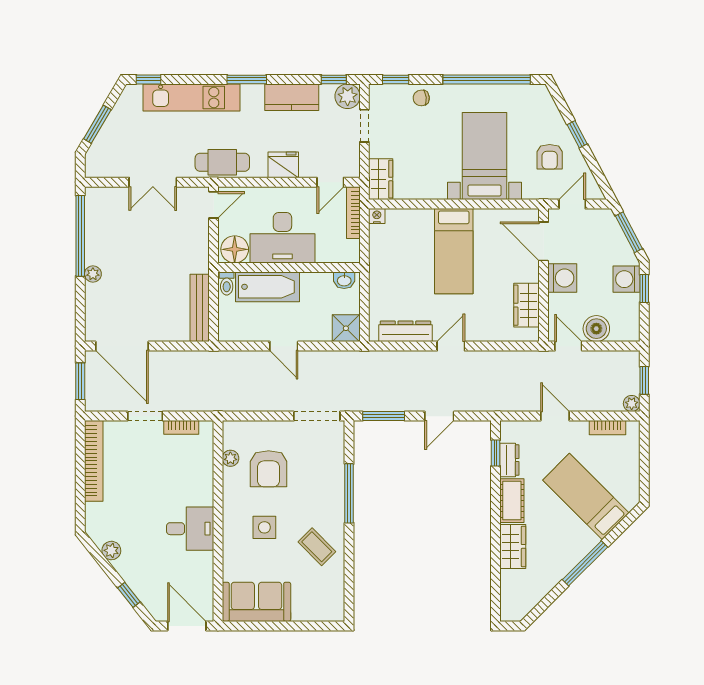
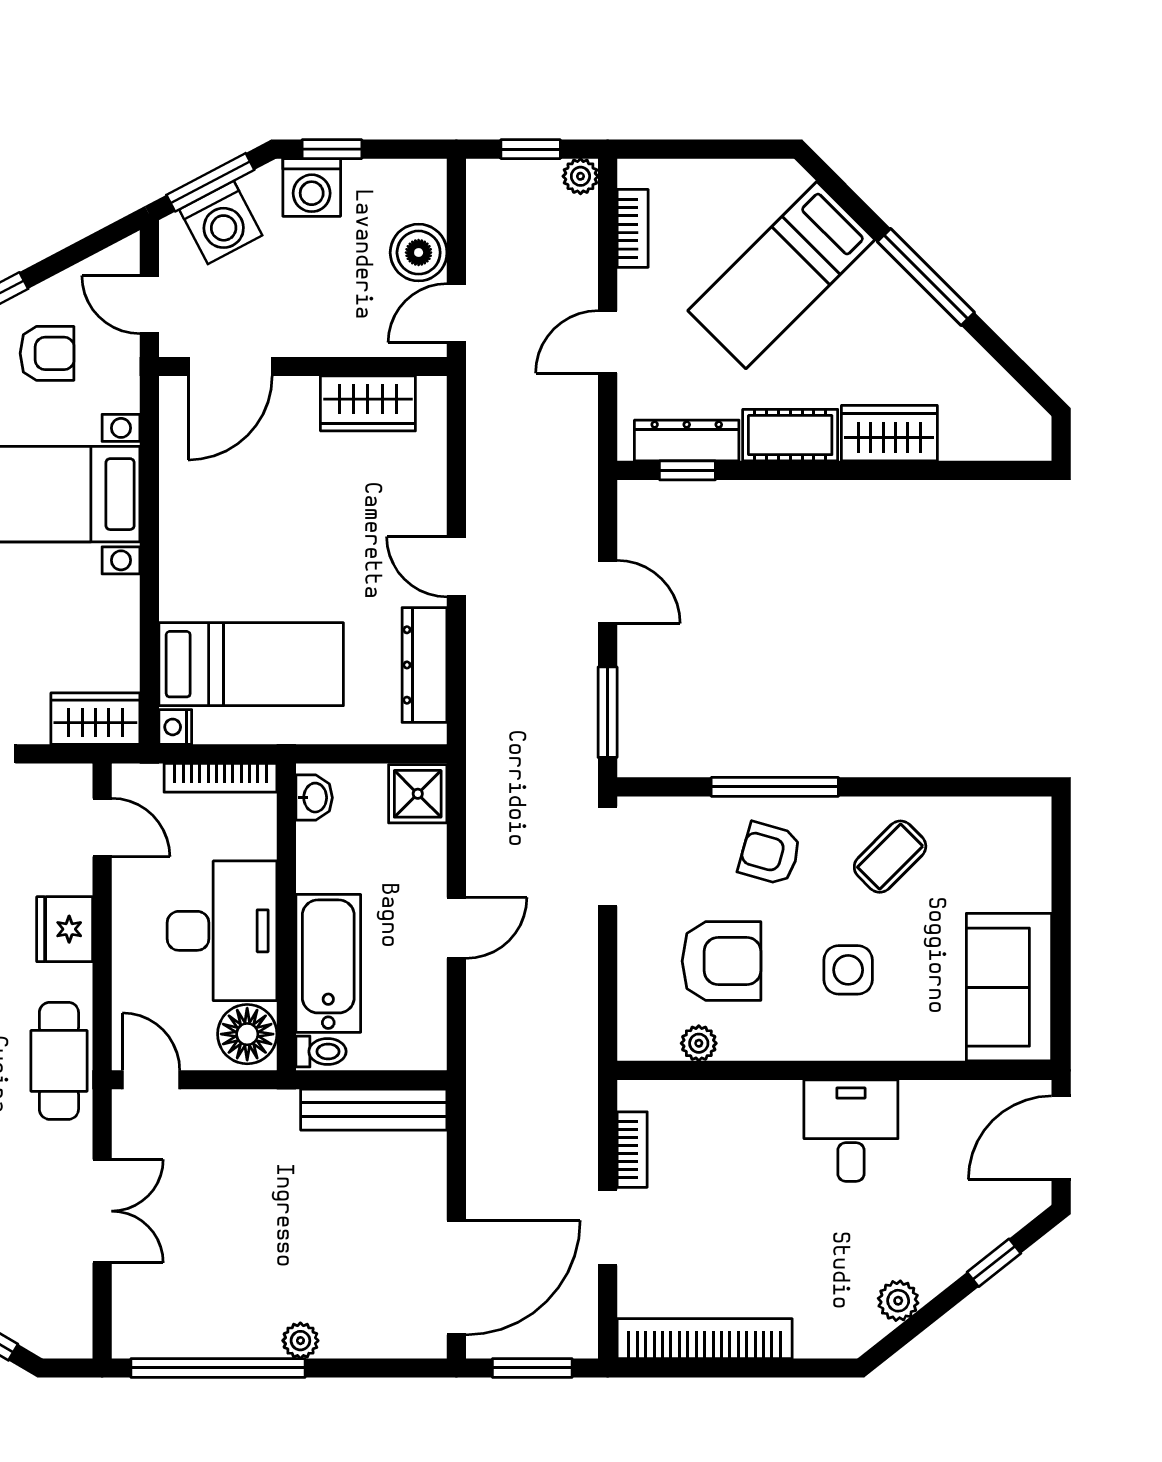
bookcase: (353, 213) -> (220, 778), moved
bed: (454, 251) -> (251, 664), moved
washing machine: (562, 278) -> (221, 222), moved, turned 152
dresser: (509, 460) -> (687, 441), width x1.44
armchair: (318, 491) -> (770, 854), added

